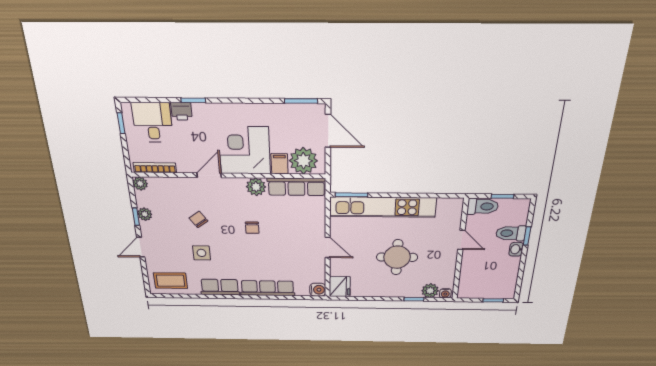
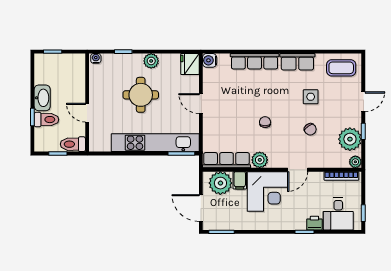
plant: (145, 214) -> (350, 139), width x1.88, depth x1.88
washbasin: (516, 249) -> (42, 98), width x1.91, depth x1.45
plant: (430, 291) -> (151, 61), moved

